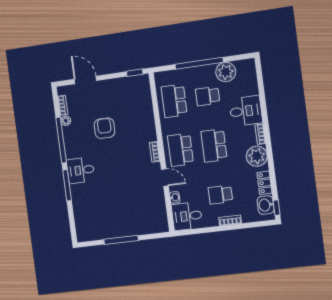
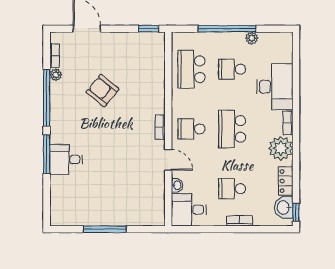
plant: (226, 72) -> (252, 38), width x0.53, depth x0.53
desk: (246, 111) -> (275, 87), width x1.37
armchair: (104, 128) -> (103, 91), turned -51
school desk: (180, 150) -> (191, 129), width x0.54
desk: (81, 170) -> (66, 160), moved

